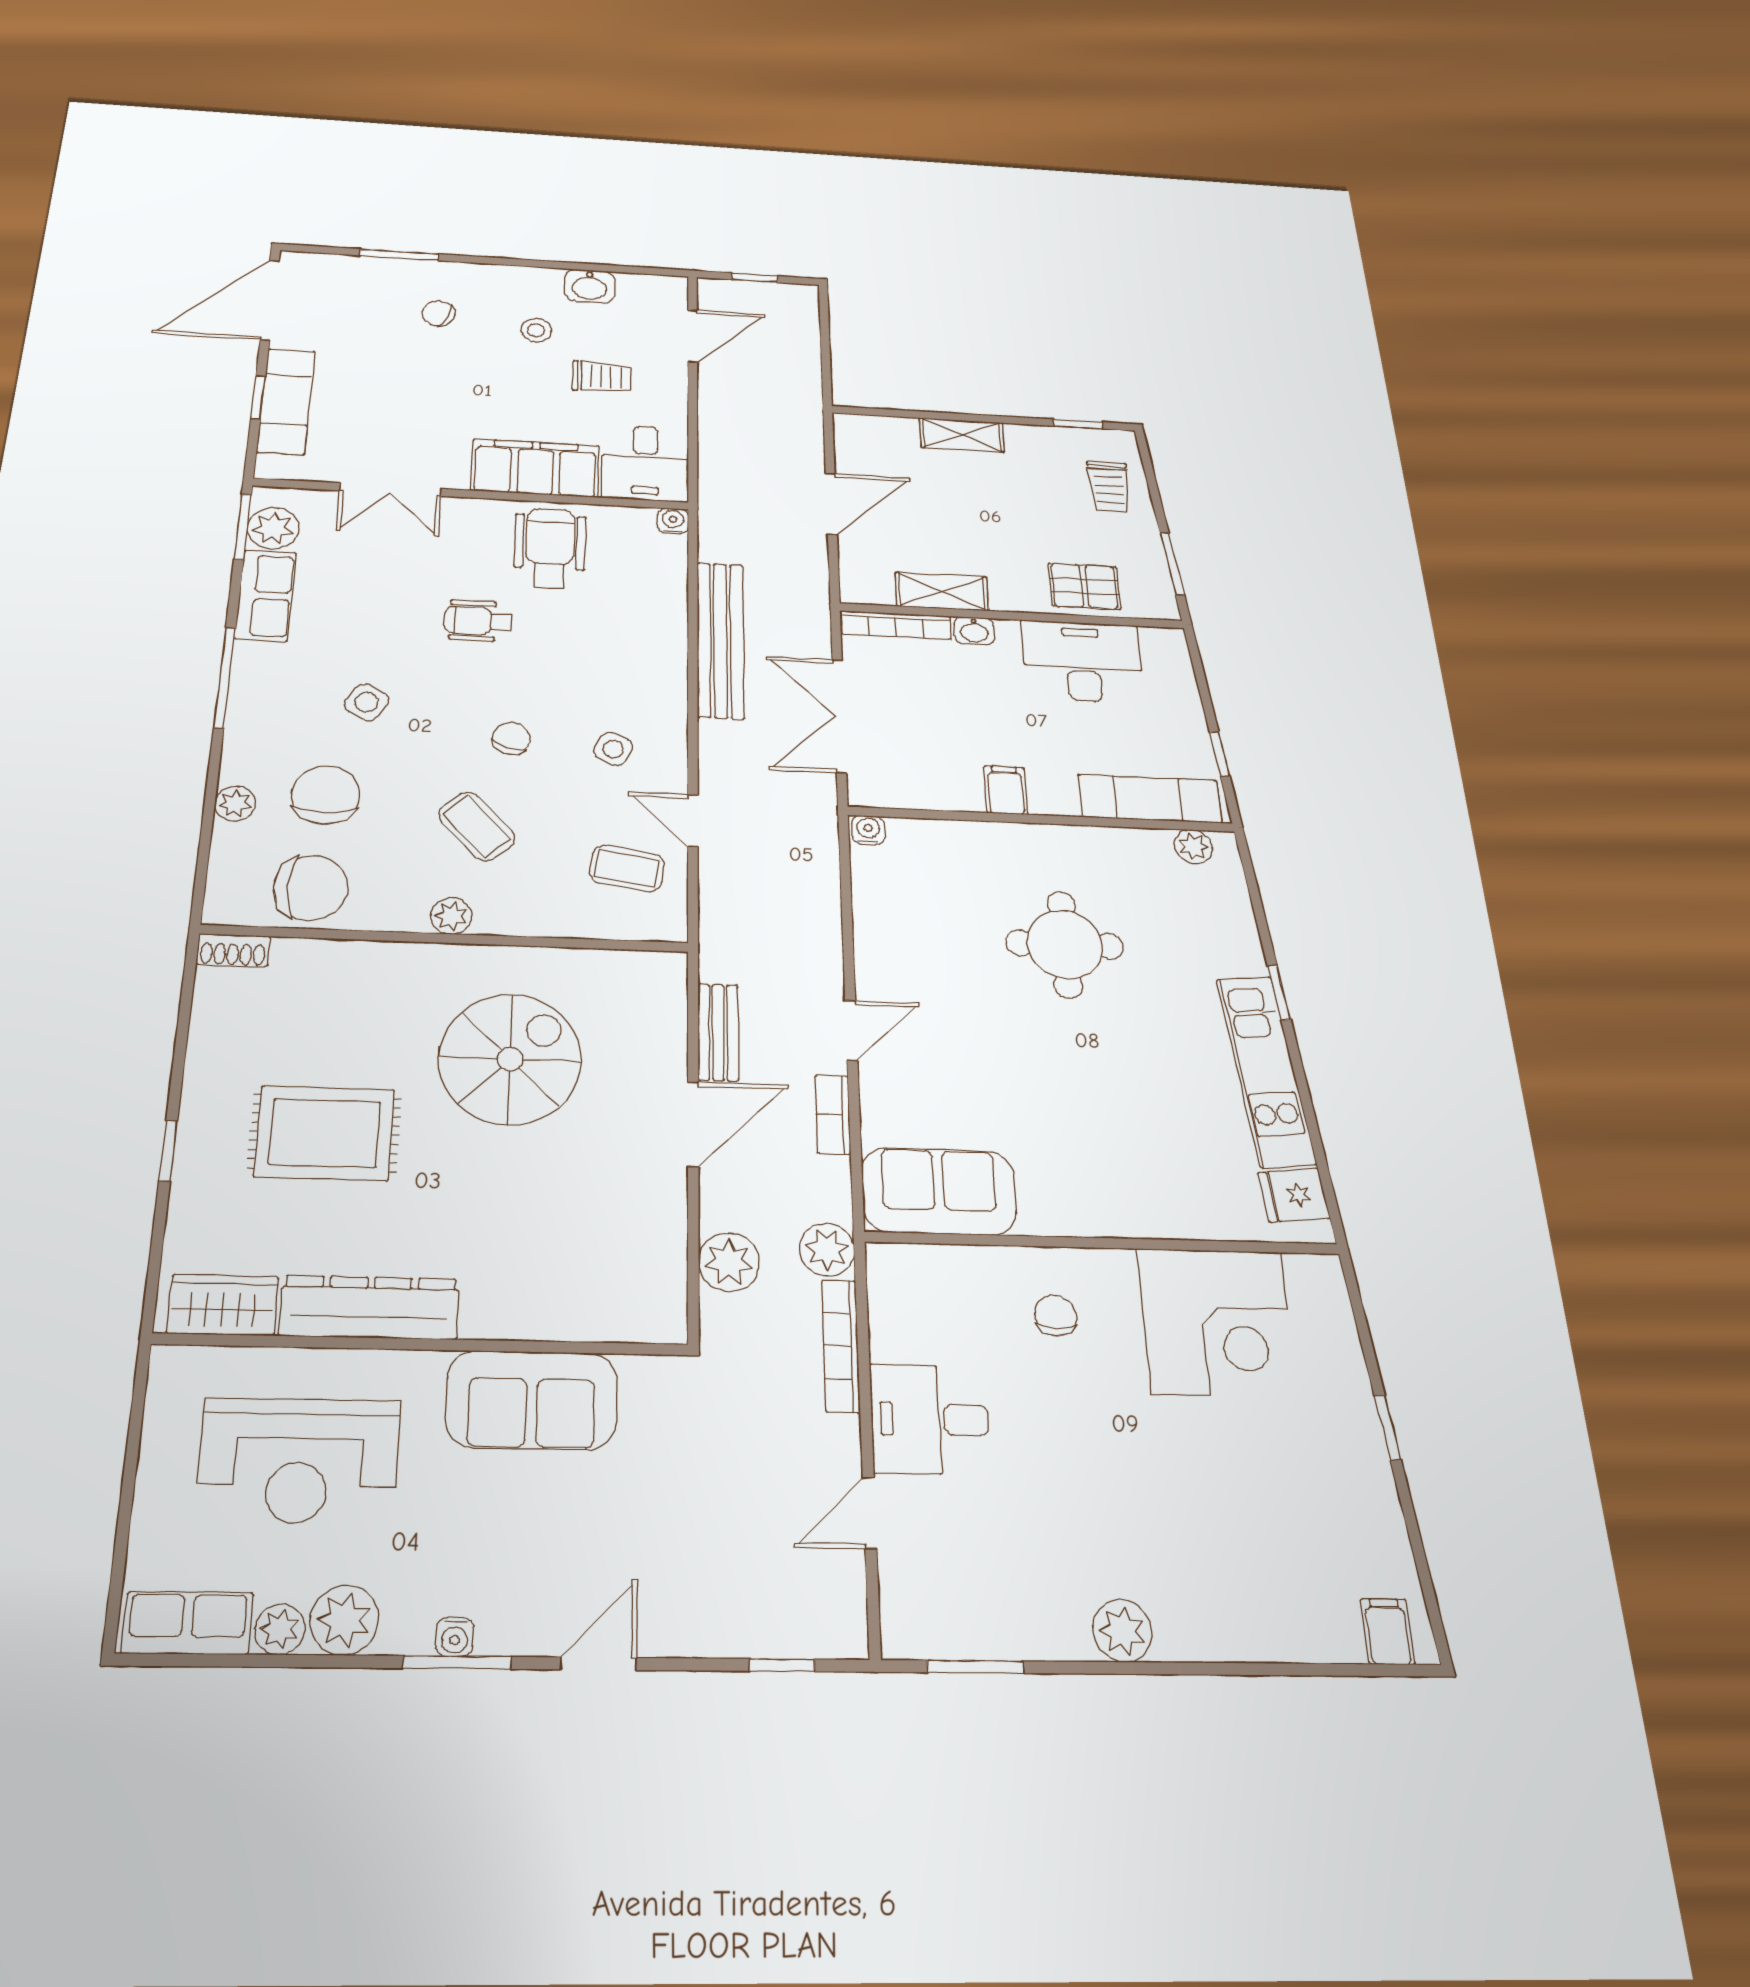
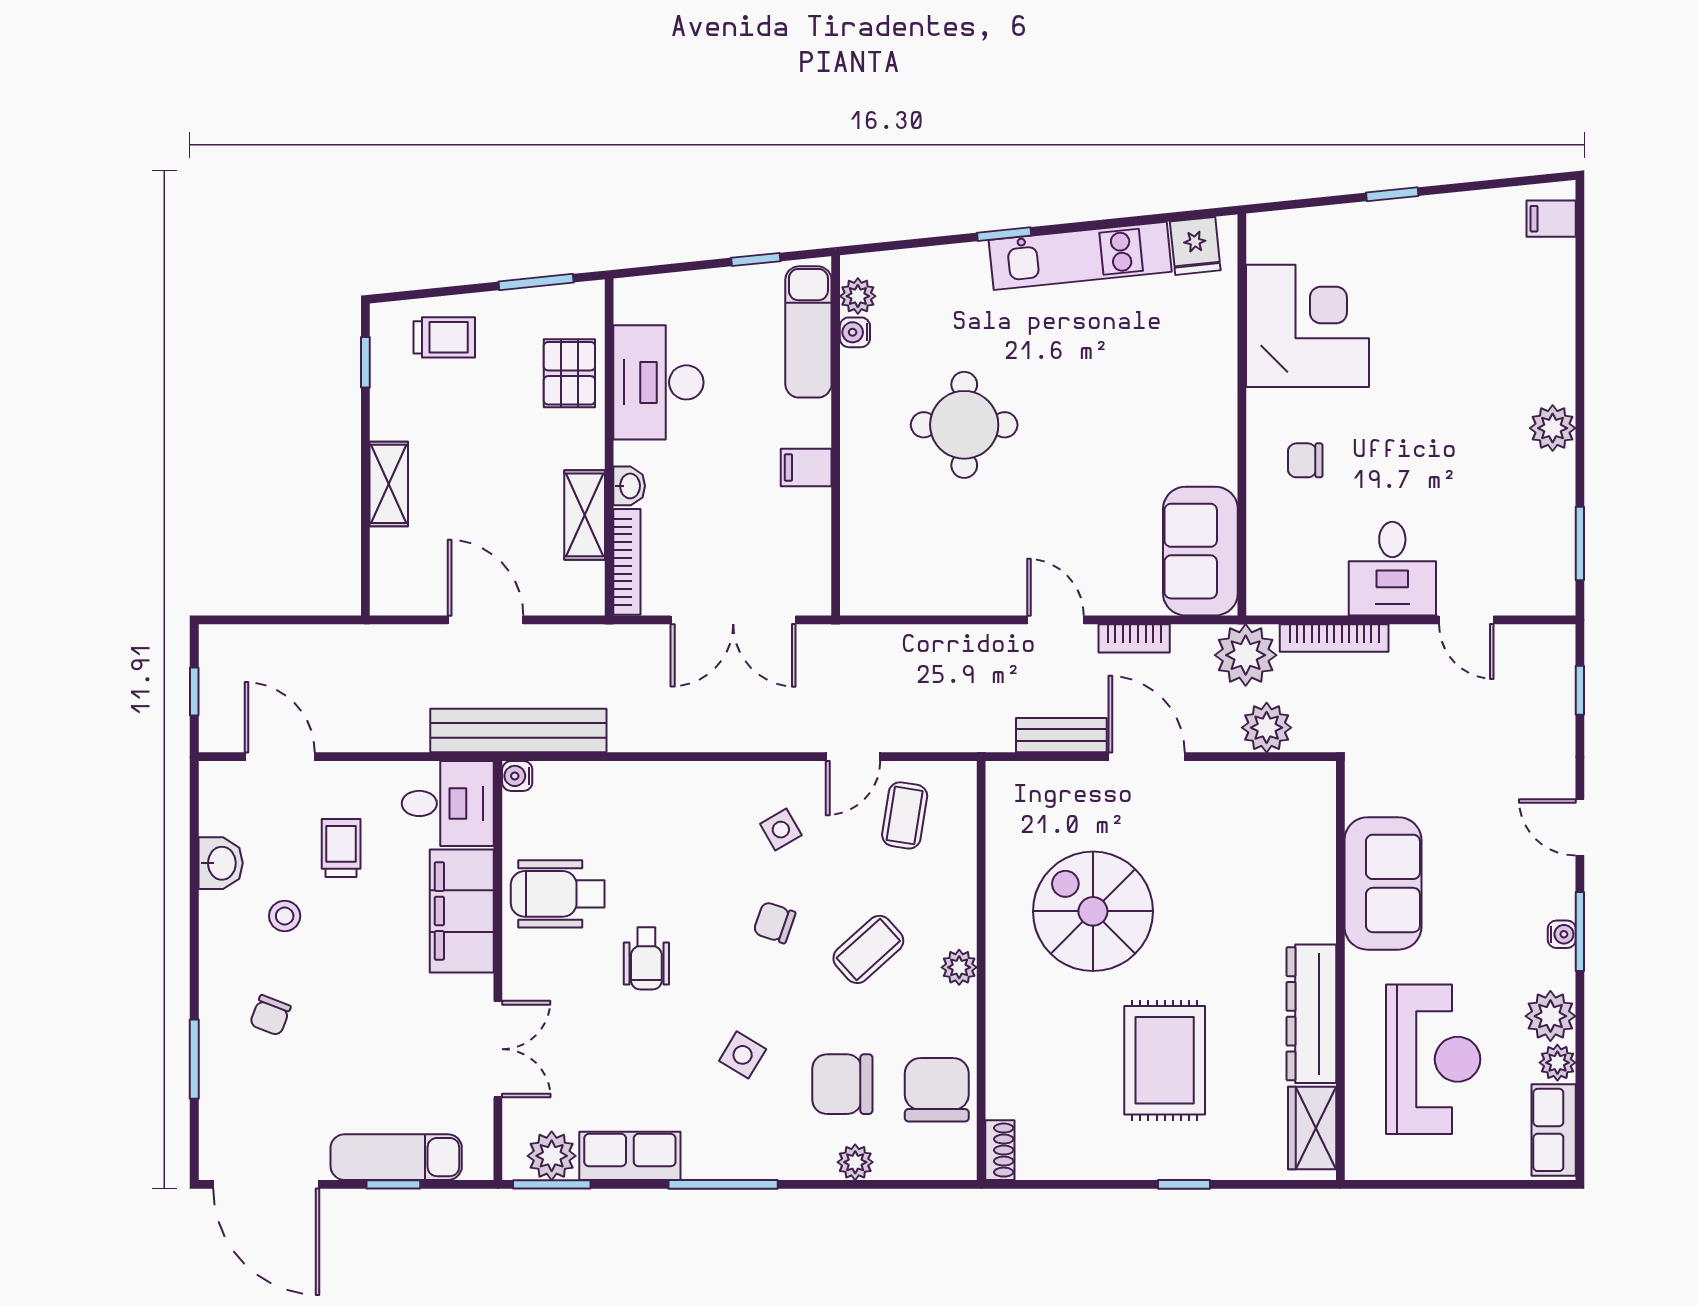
bench: (720, 640) -> (518, 730), moved
side table: (613, 749) -> (781, 830), turned 33
water cooler: (868, 830) -> (855, 332), moved
plant: (827, 1250) -> (1246, 655), width x1.36, depth x1.36

